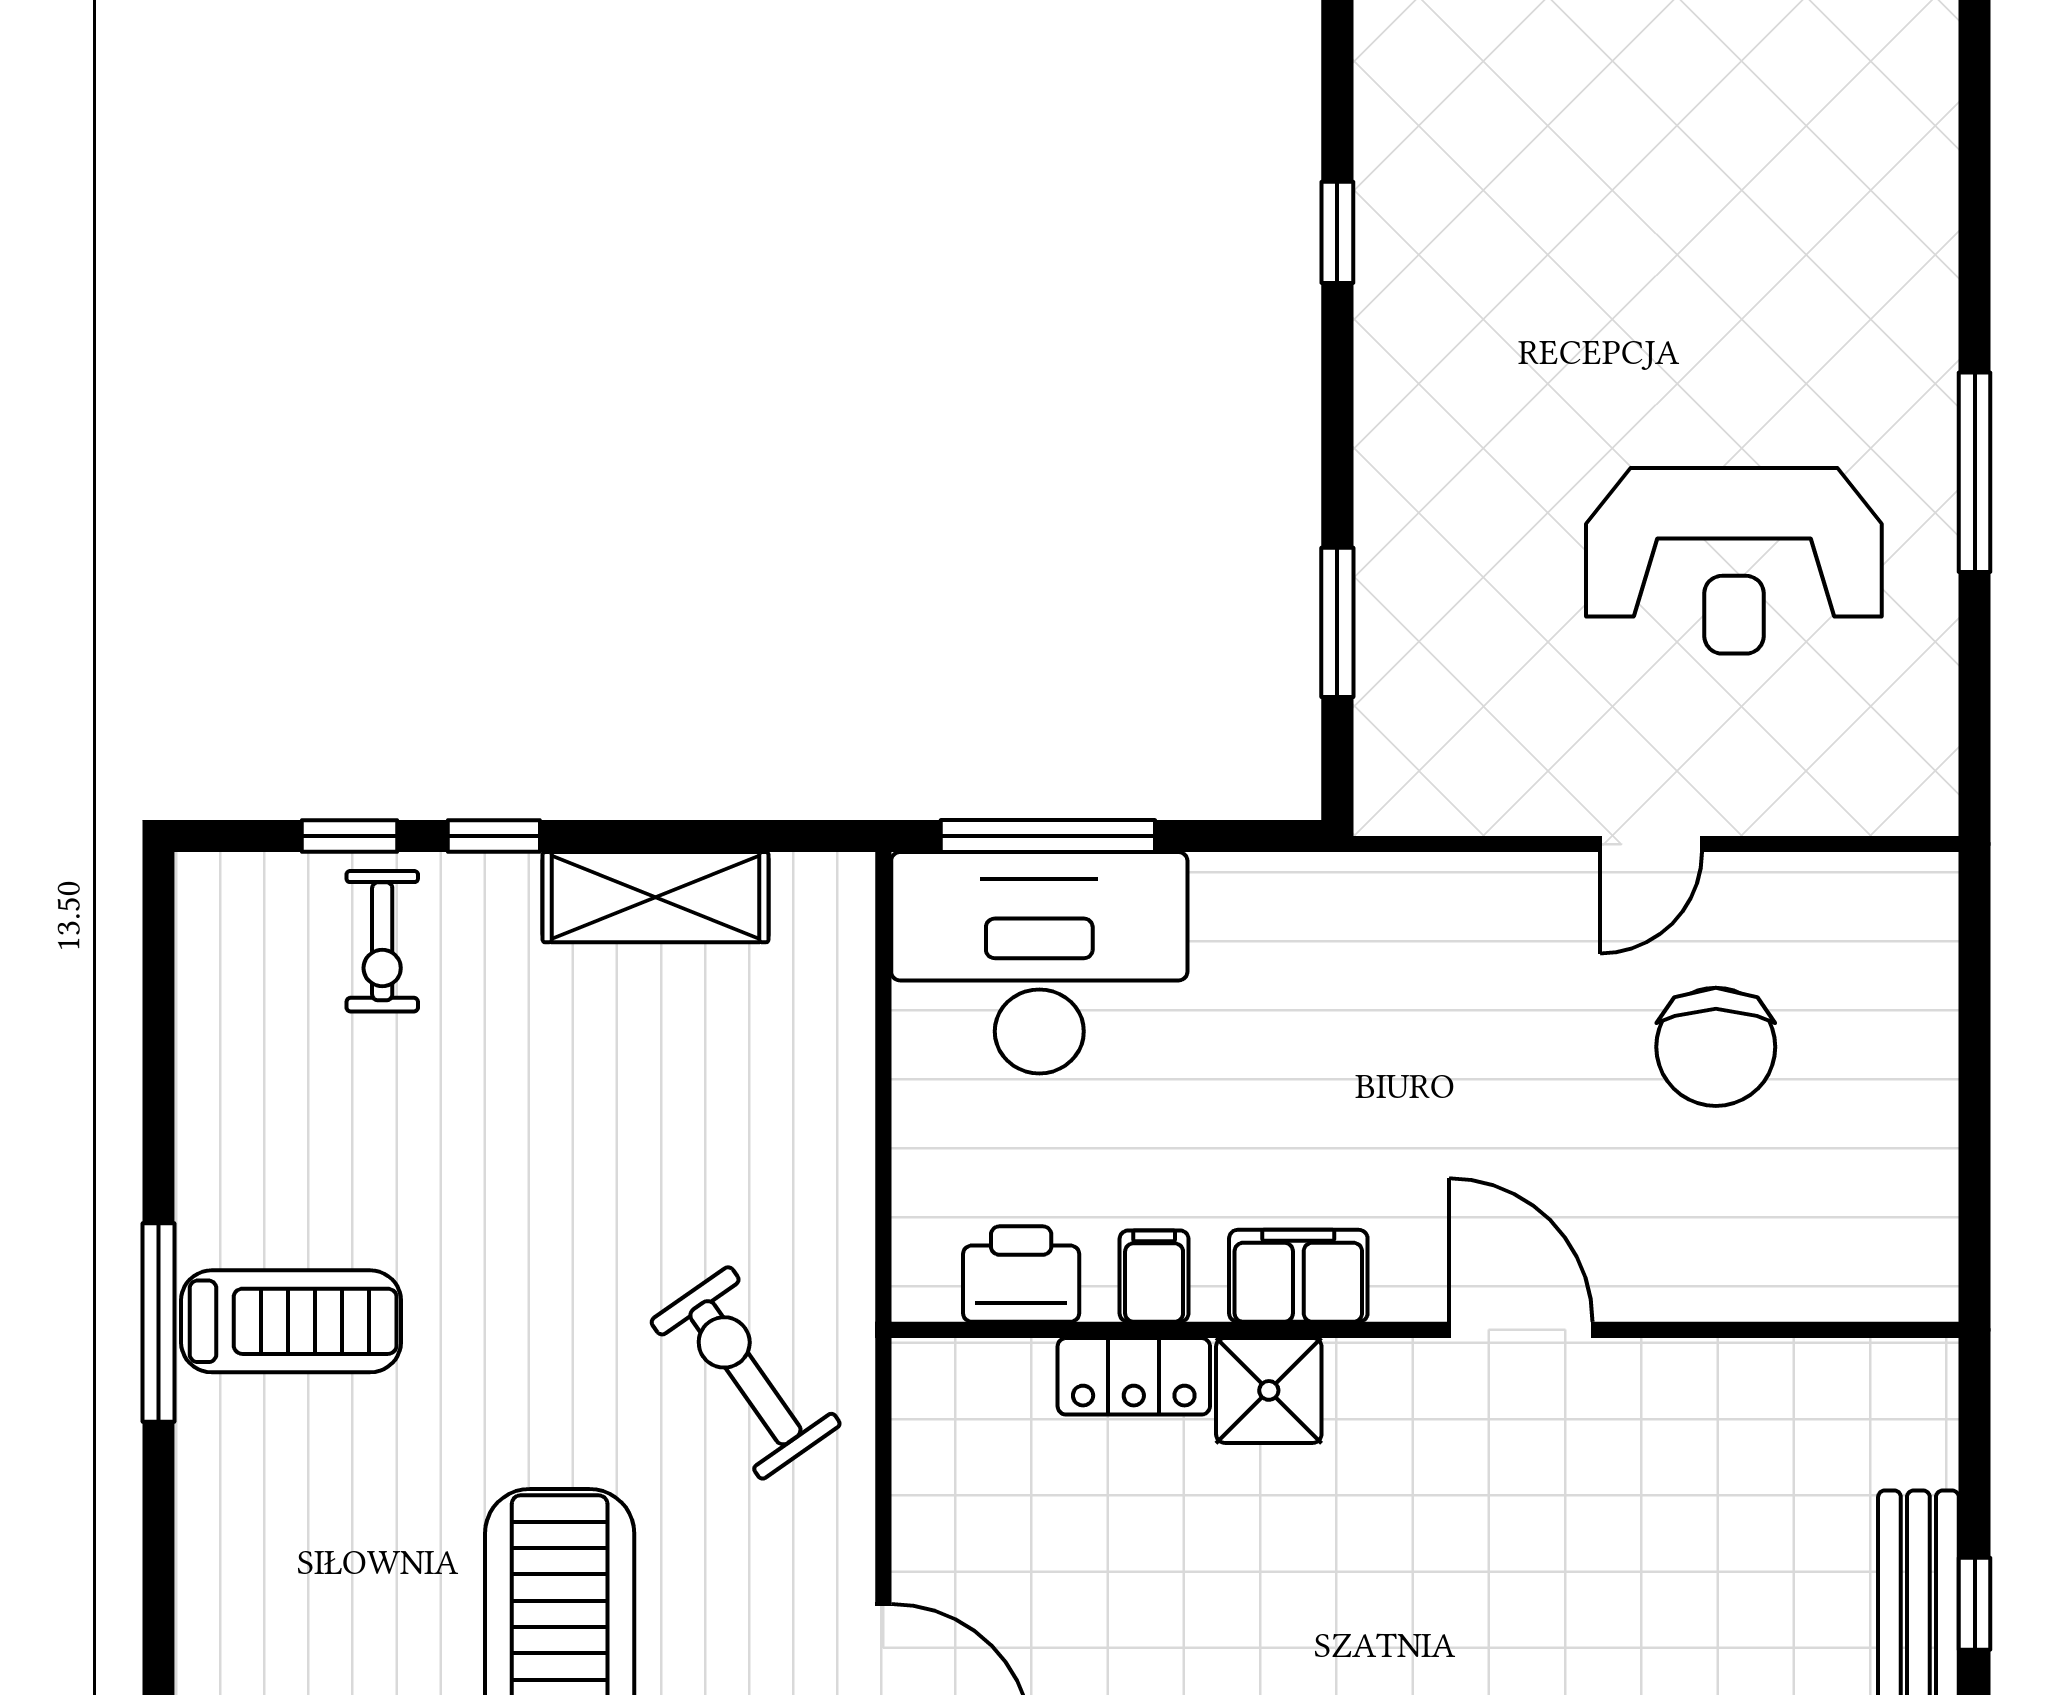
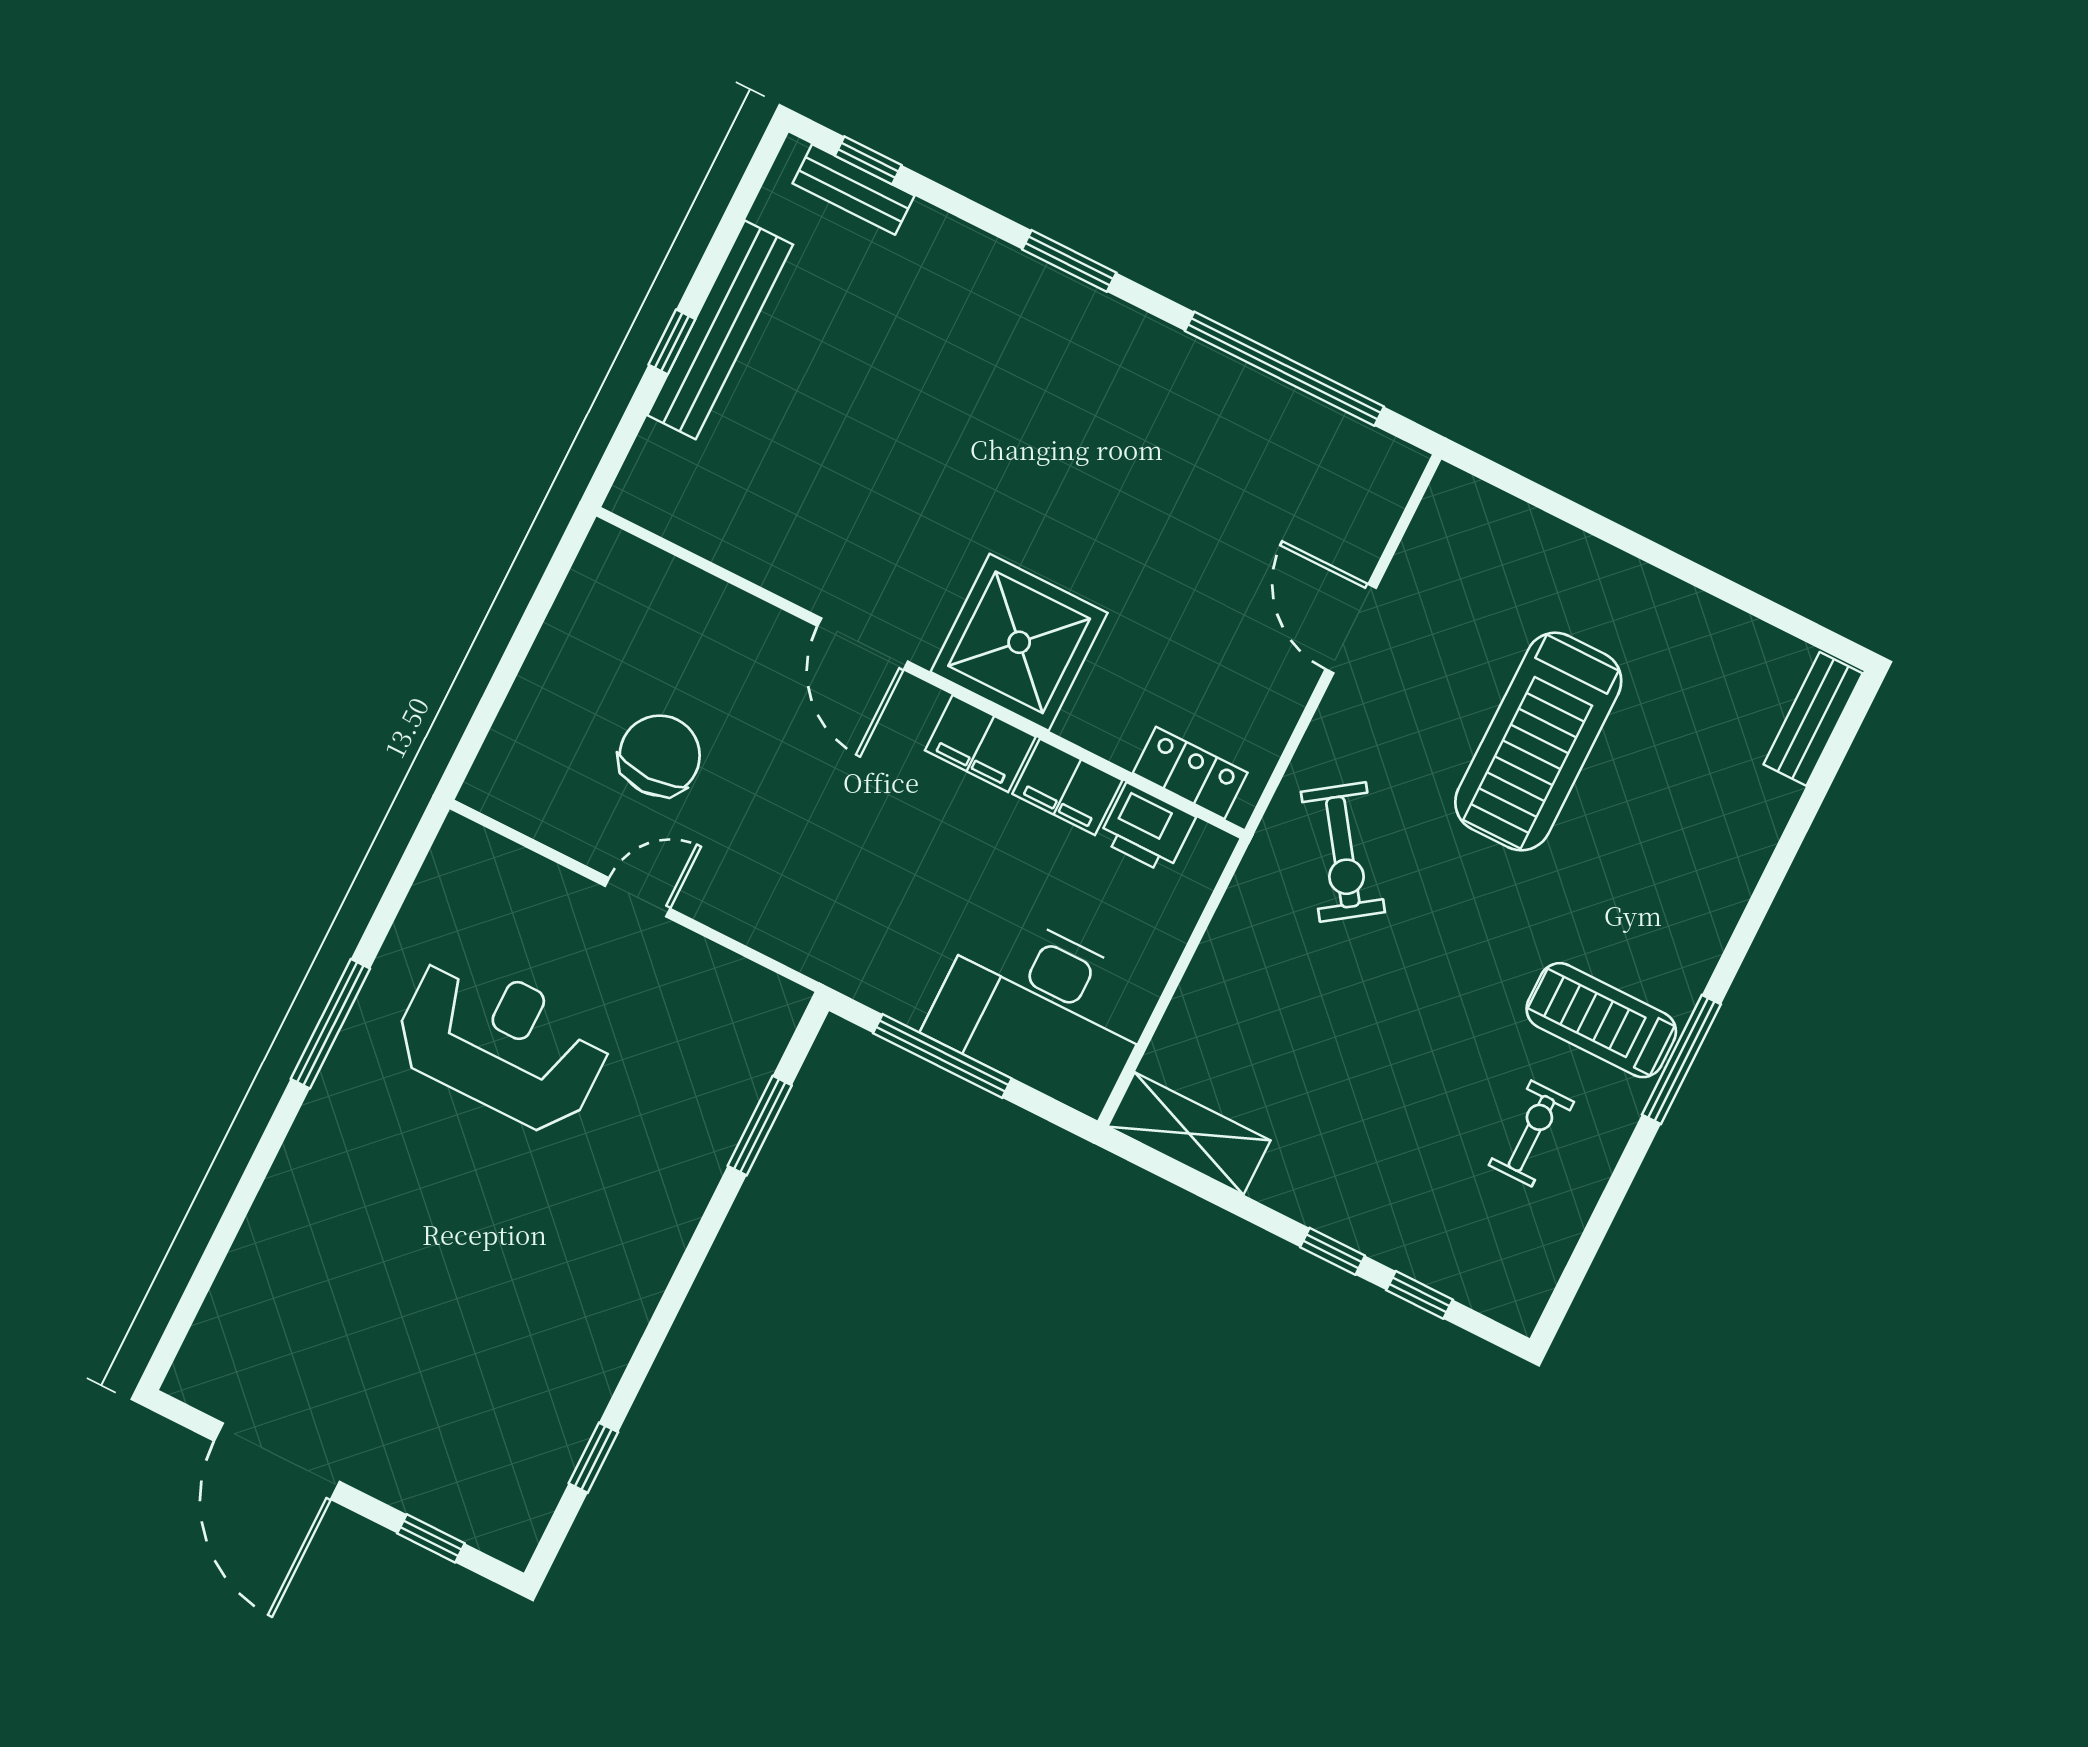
window: (1337, 232) -> (593, 1458), moved
window: (1048, 836) -> (942, 1056), moved
shelving: (656, 897) -> (1189, 1133), moved
exercise bike: (382, 941) -> (1531, 1133), moved
filing cabinet: (1154, 1276) -> (1067, 787), width x2.00
locker: (1134, 1376) -> (1190, 773), moved
shower: (1269, 1390) -> (1019, 642), width x1.86, depth x1.86

